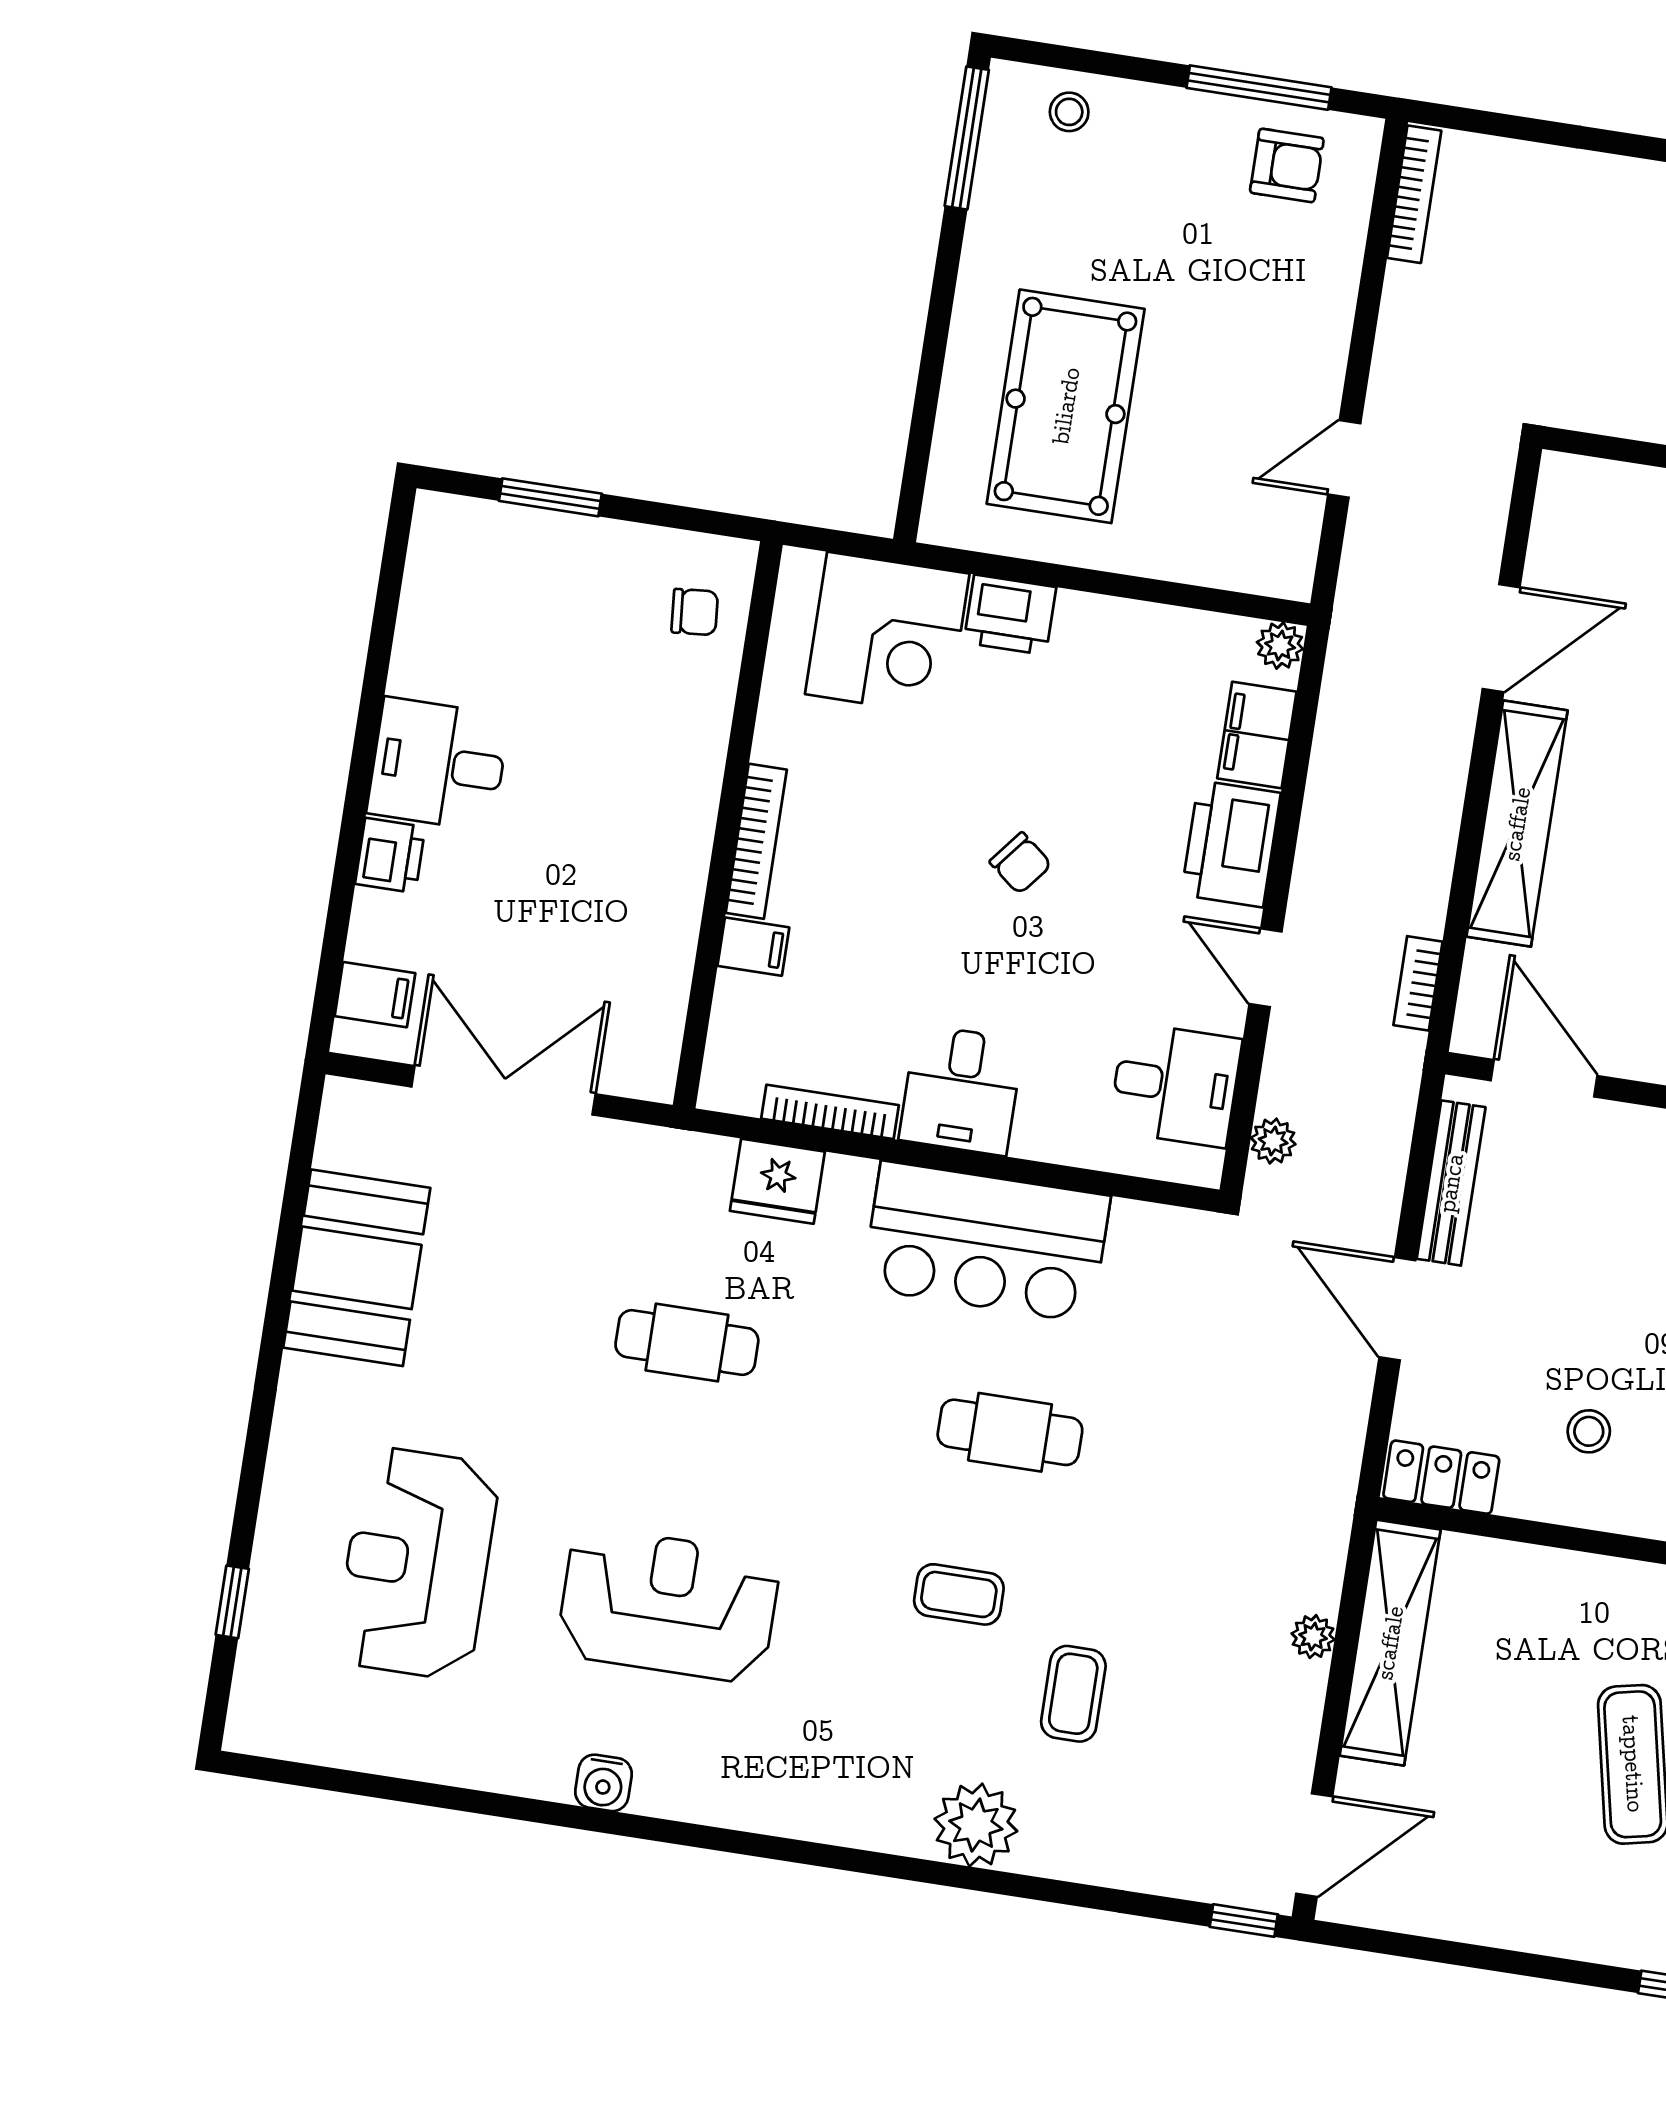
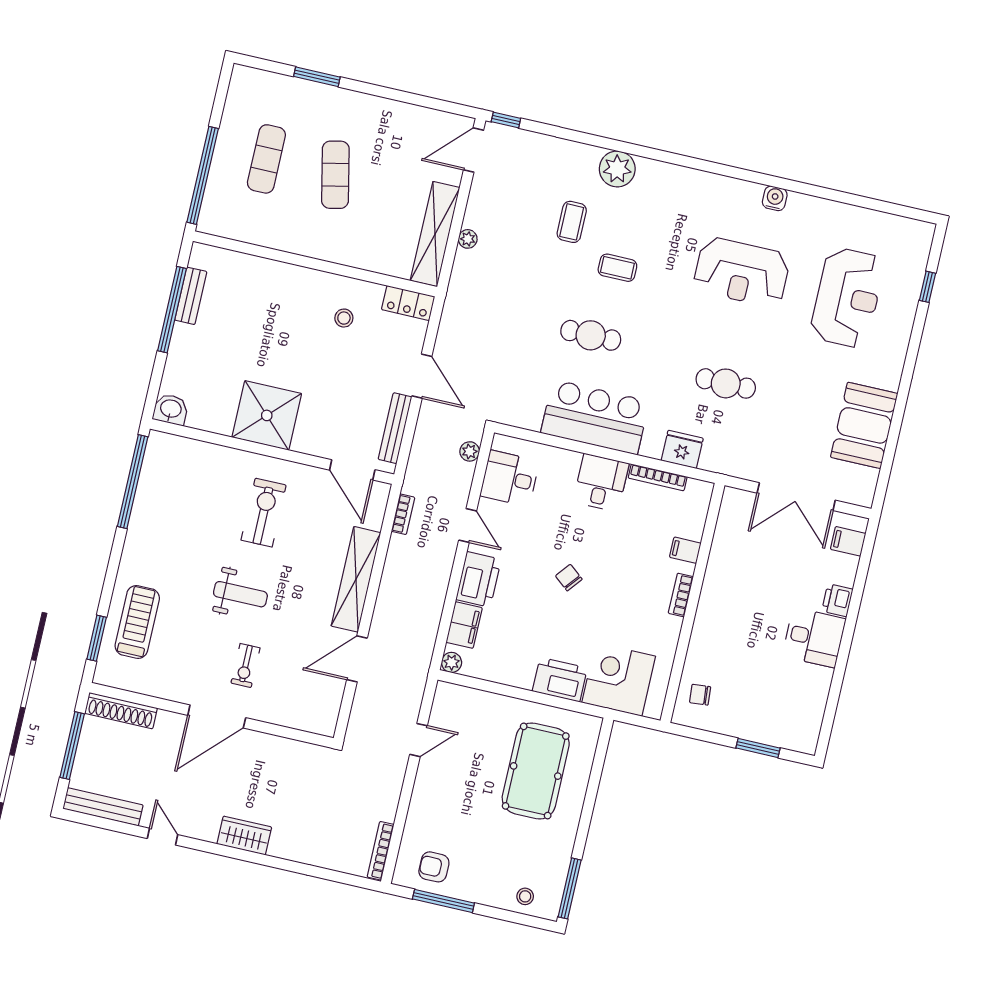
printer: (1010, 615) -> (560, 680), width x1.37, depth x1.19
bookcase: (756, 841) -> (681, 595), width x0.64

